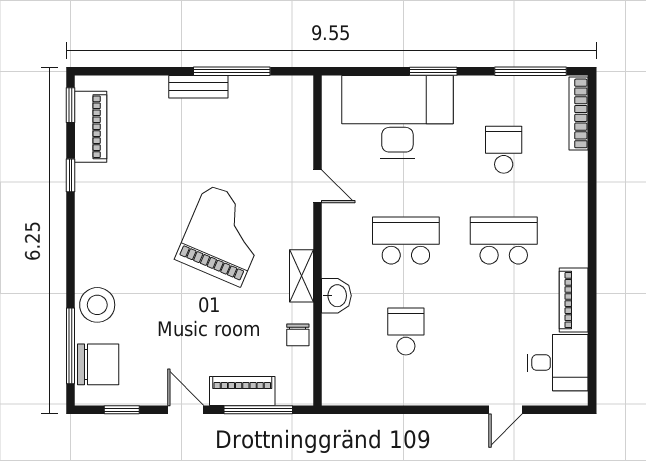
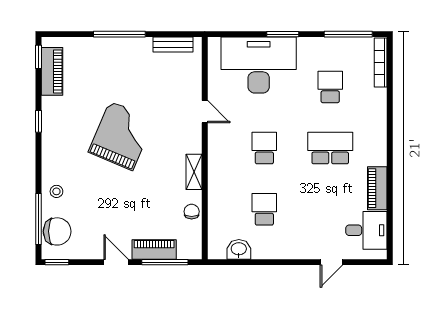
window: (232, 71) -> (119, 34), moved
bench: (198, 87) -> (173, 45), moved
window: (71, 175) -> (38, 121), moved
grand piano: (224, 235) -> (121, 136), moved
school desk: (406, 241) -> (264, 148), width x0.54
washbasin: (336, 296) -> (239, 249), moved, turned -90
stool: (97, 305) -> (56, 191), width x0.53, depth x0.53
chair: (298, 335) -> (192, 212), turned 180
window: (122, 410) -> (57, 262), moved

